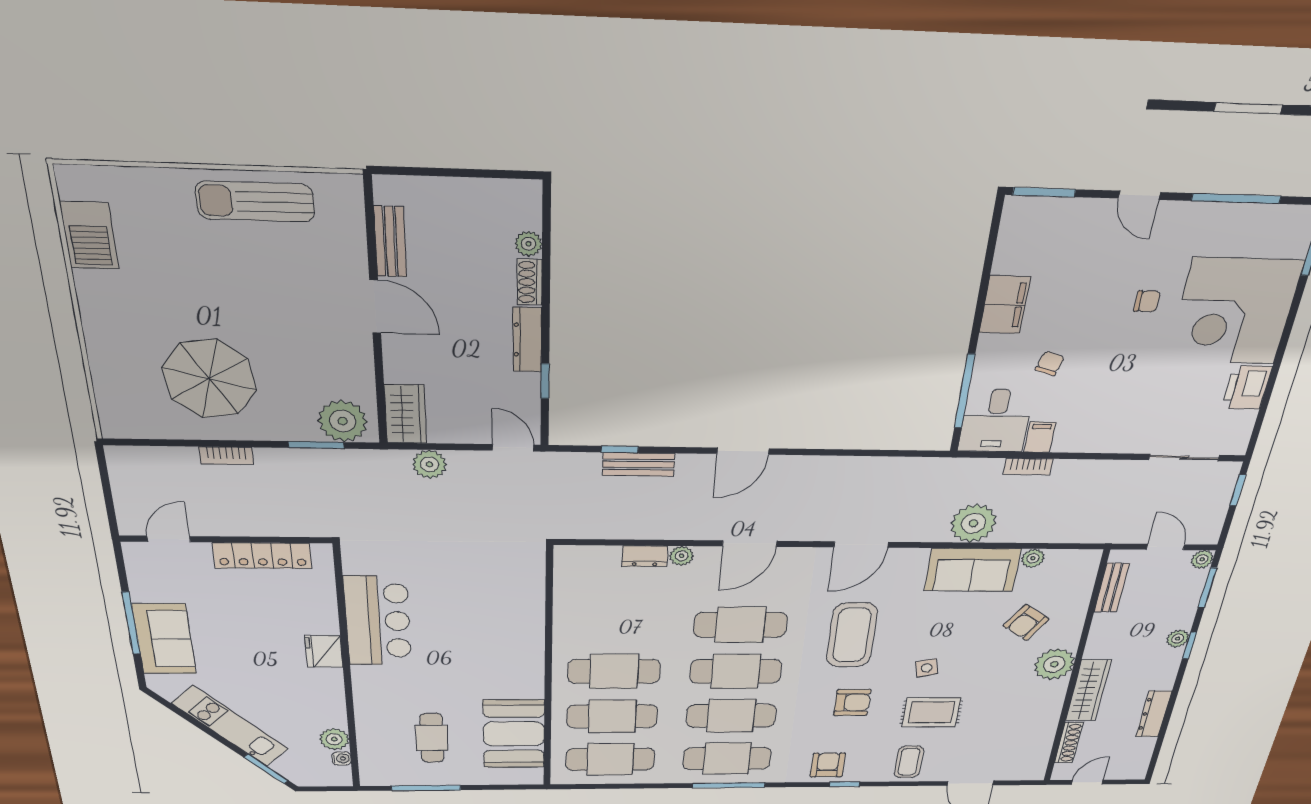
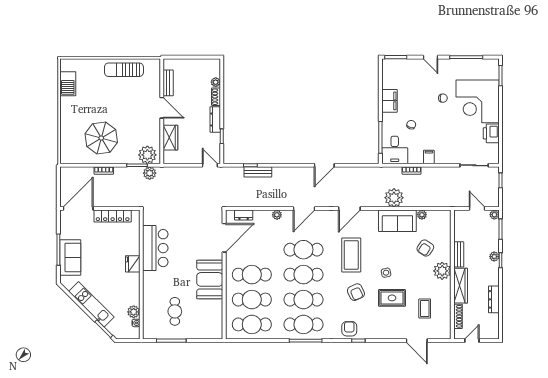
wardrobe: (405, 414) -> (170, 138), moved
filing cabinet: (1040, 437) -> (429, 157), moved
door: (743, 451) -> (324, 165), moved
plant: (429, 464) -> (150, 173), moved
door: (169, 539) -> (78, 209), width x1.88
dresser: (645, 556) -> (244, 215), moved
bench: (1112, 588) -> (459, 254), moved
door: (549, 601) -> (224, 238), added
armchair: (852, 703) -> (356, 292), turned 65
booth: (514, 734) -> (210, 279), moved
coffee table: (909, 762) -> (425, 308), moved

